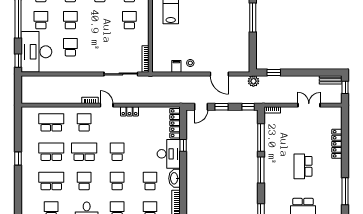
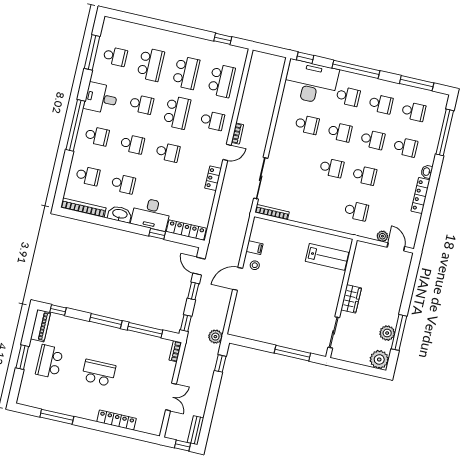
school desk: (129, 20) -> (332, 168), moved
door: (219, 74) -> (238, 279), moved
window: (18, 159) -> (223, 39), moved

